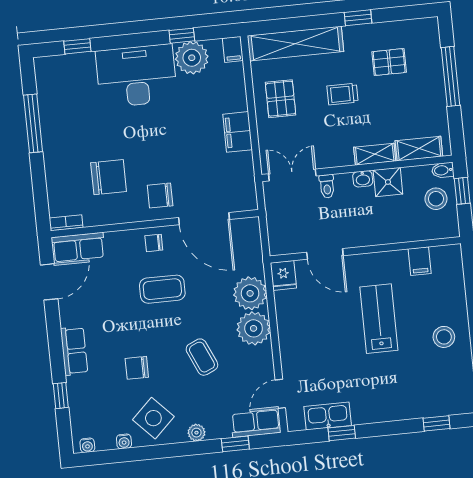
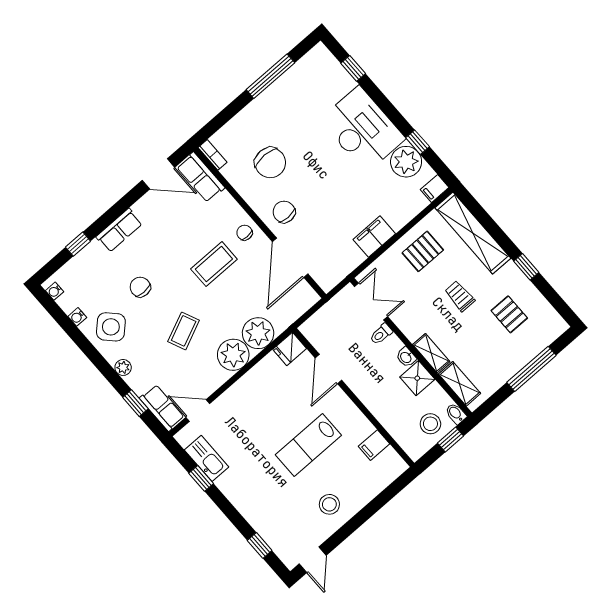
coffee table: (162, 289) -> (214, 264), turned 90
lab bench: (379, 319) -> (308, 445), turned 180

